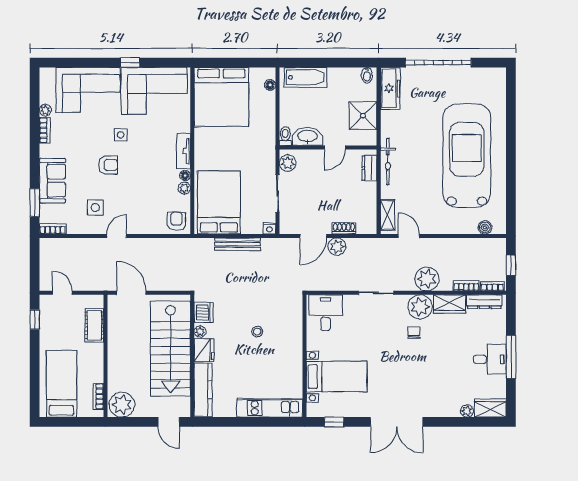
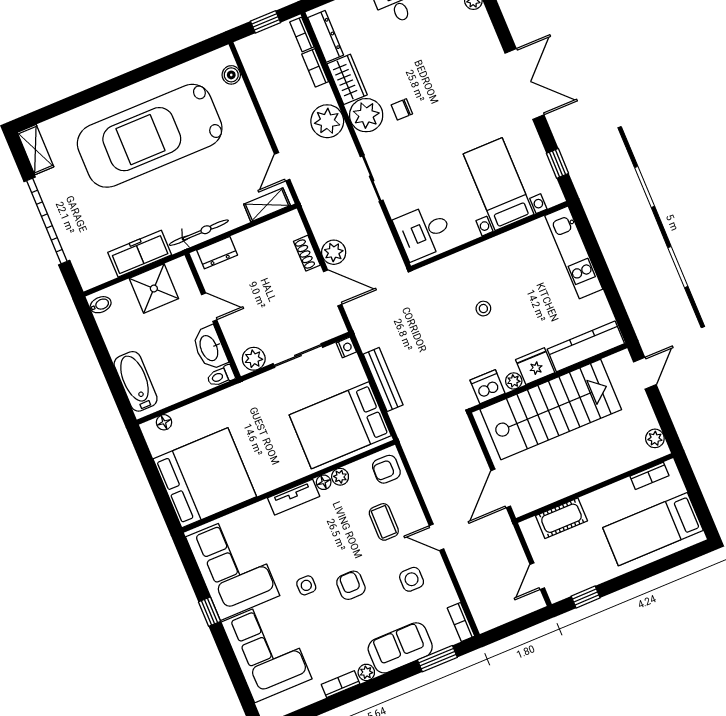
shelving: (489, 75) -> (35, 150), added
freezer: (390, 88) -> (140, 254), moved
plant: (45, 110) -> (366, 672), moved
coffee table: (142, 205) -> (384, 522), added
plant: (122, 405) -> (655, 438), width x0.53, depth x0.53

